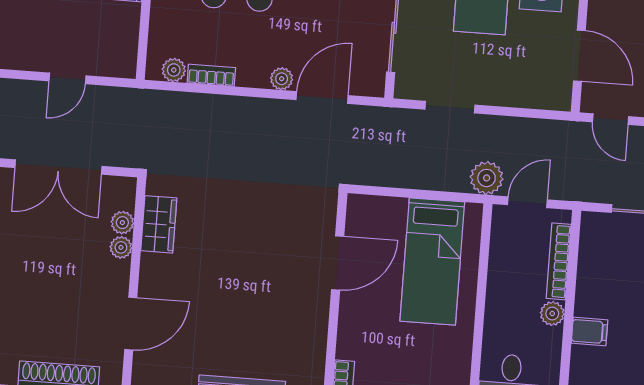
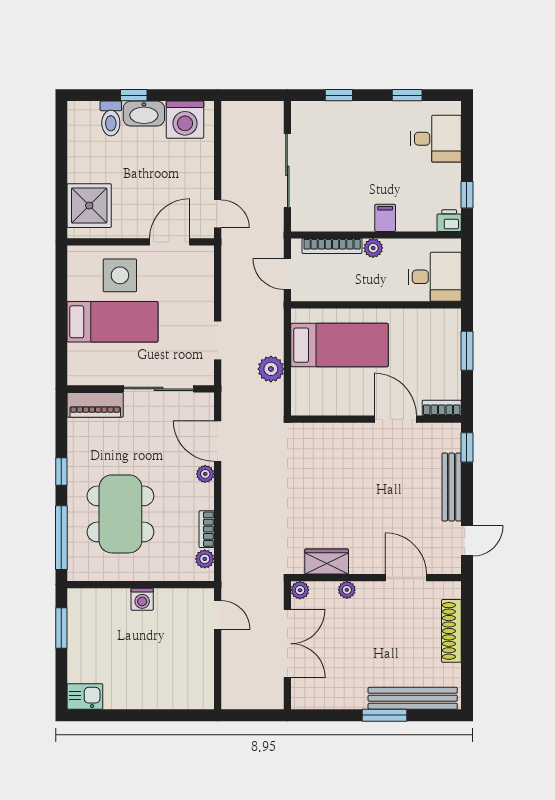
door: (67, 78) -> (218, 615), moved
door: (611, 119) -> (218, 214), hinge flipped
plant: (487, 178) -> (271, 369), moved
plant: (122, 223) -> (300, 590), moved
door: (338, 263) -> (395, 419), moved

